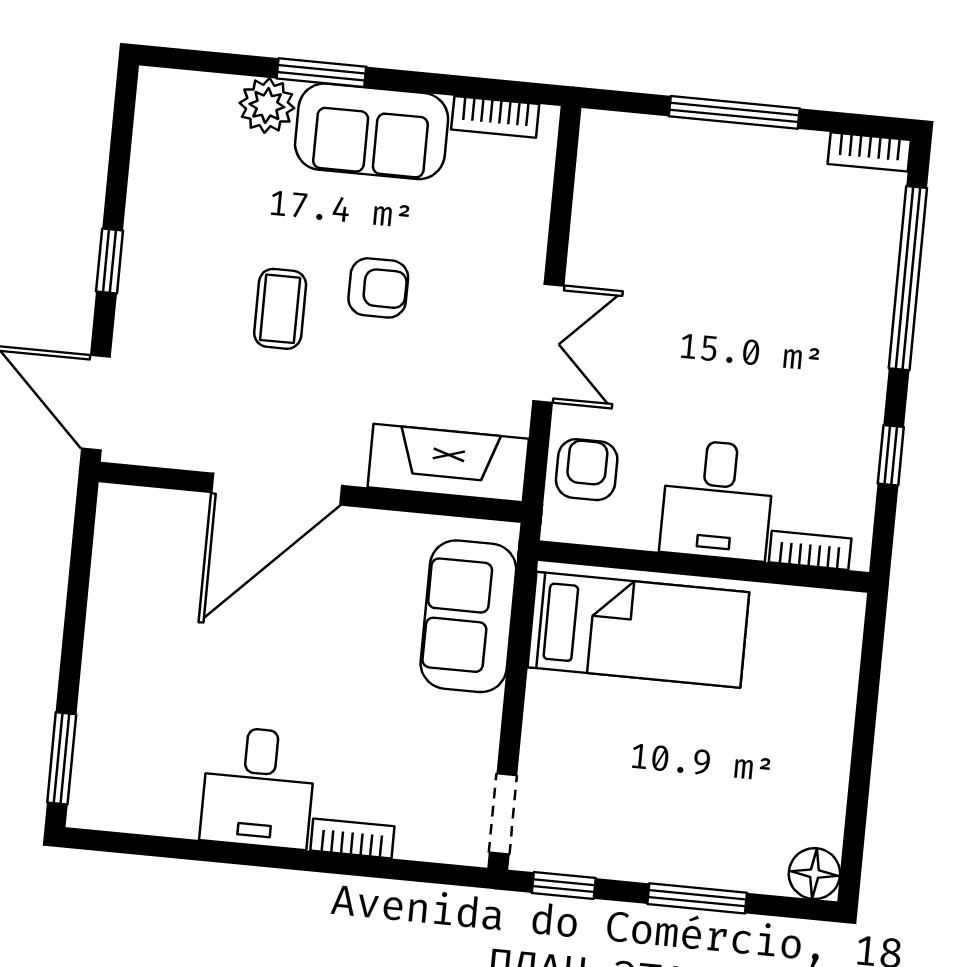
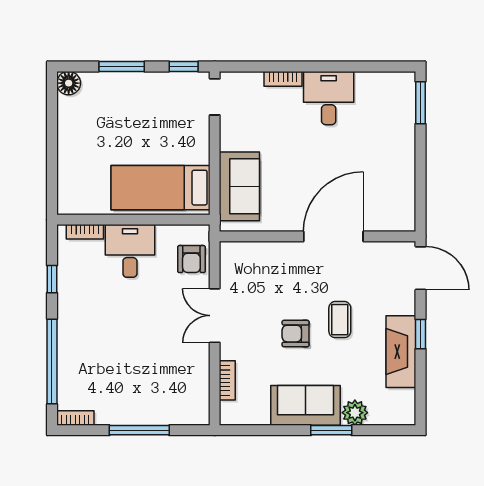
bookcase: (495, 117) -> (227, 380), moved, turned 90
fireplace: (448, 463) -> (401, 352), moved, turned 90

